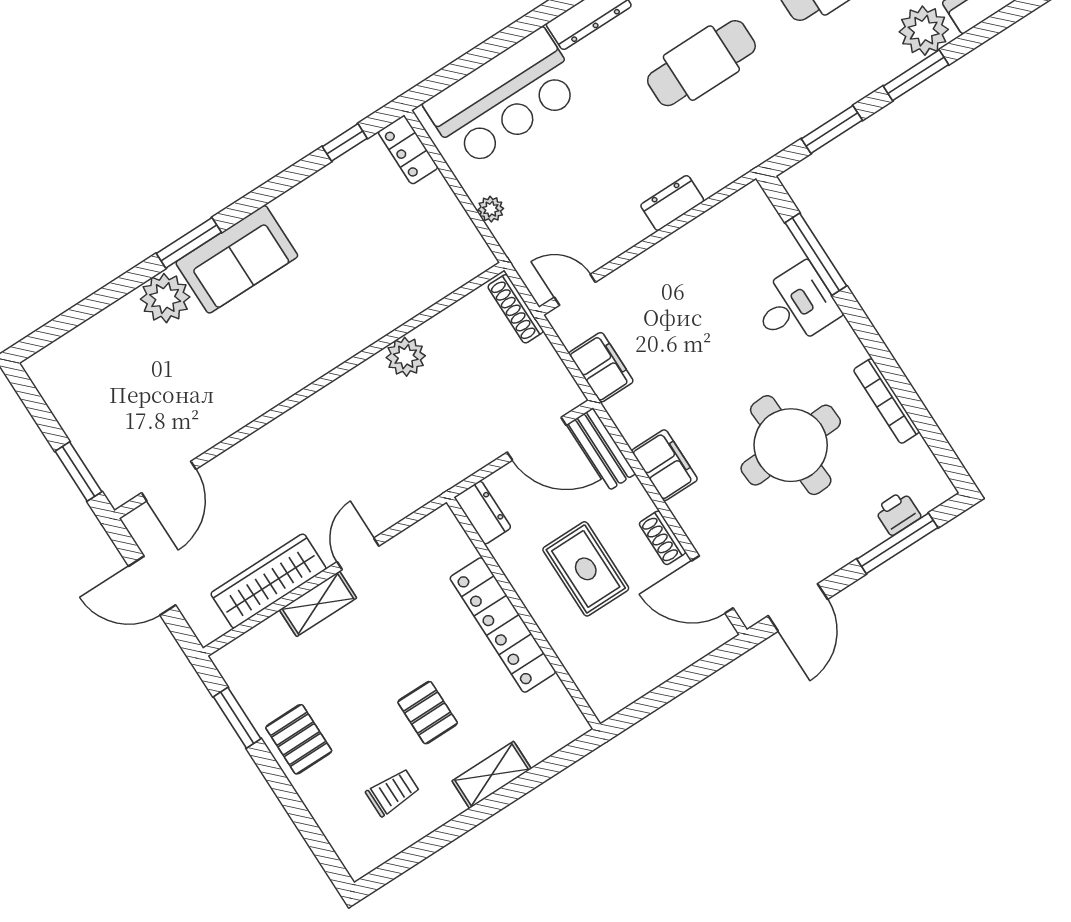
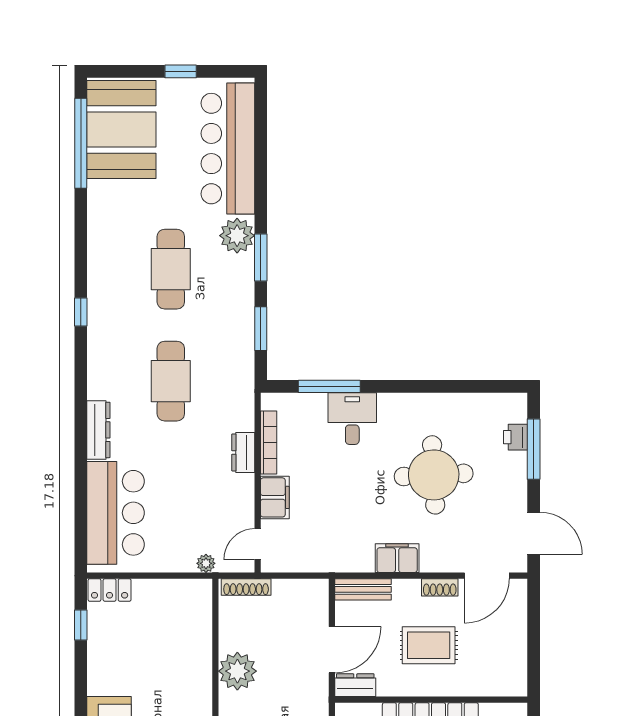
plant: (491, 209) -> (206, 563), moved
plant: (406, 357) -> (237, 671), width x1.36, depth x1.36
filing cabinet: (601, 367) -> (275, 497), moved, turned 90
bookcase: (886, 401) -> (269, 442), moved, turned -90
door: (537, 439) -> (332, 650), moved

